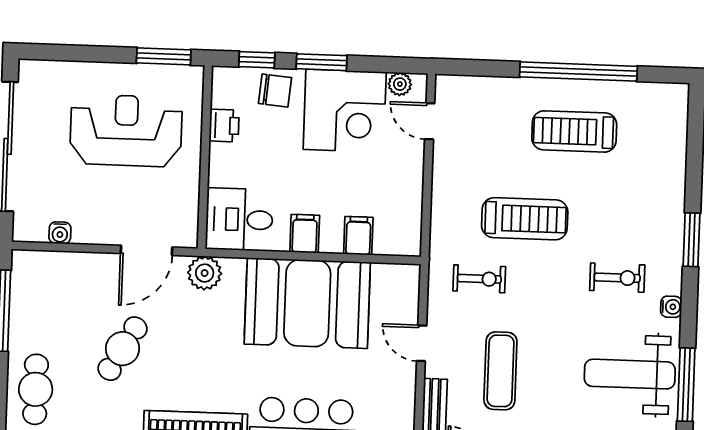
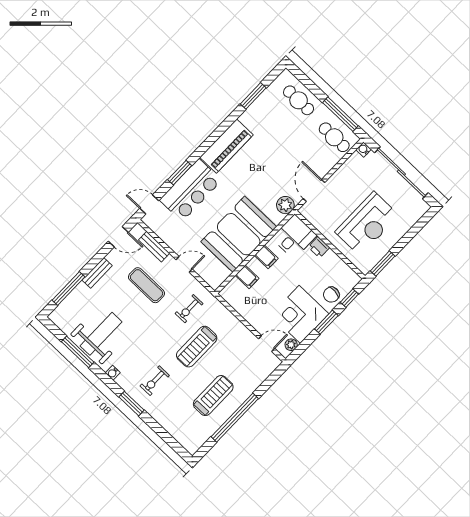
printer: (224, 126) -> (319, 247), moved
water cooler: (60, 233) -> (364, 149), moved
exercise bike: (617, 278) -> (155, 381), moved
cafe table: (122, 349) -> (334, 137), moved, turned -30

